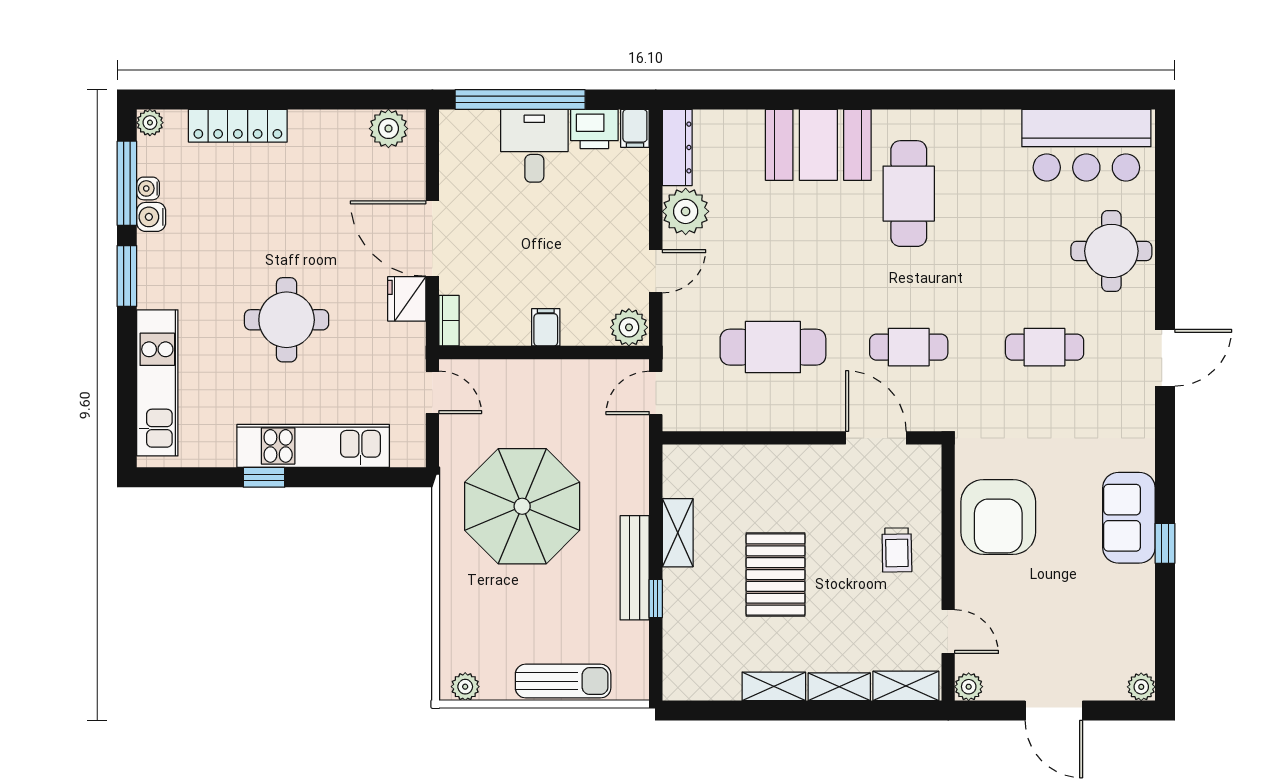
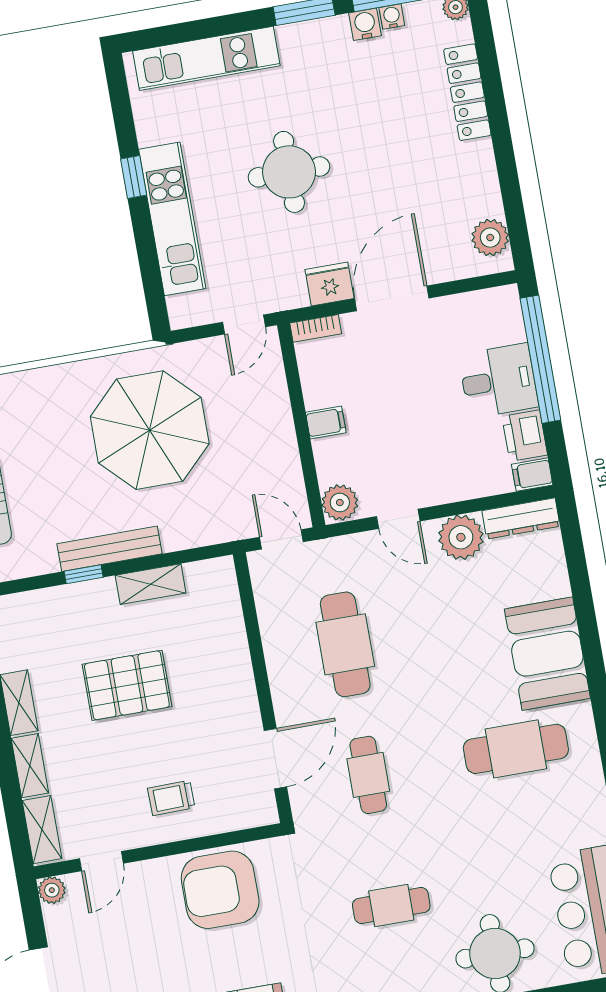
cafe table: (1045, 347) -> (391, 905), turned 90

